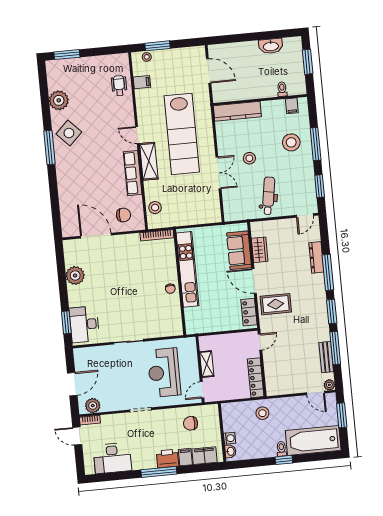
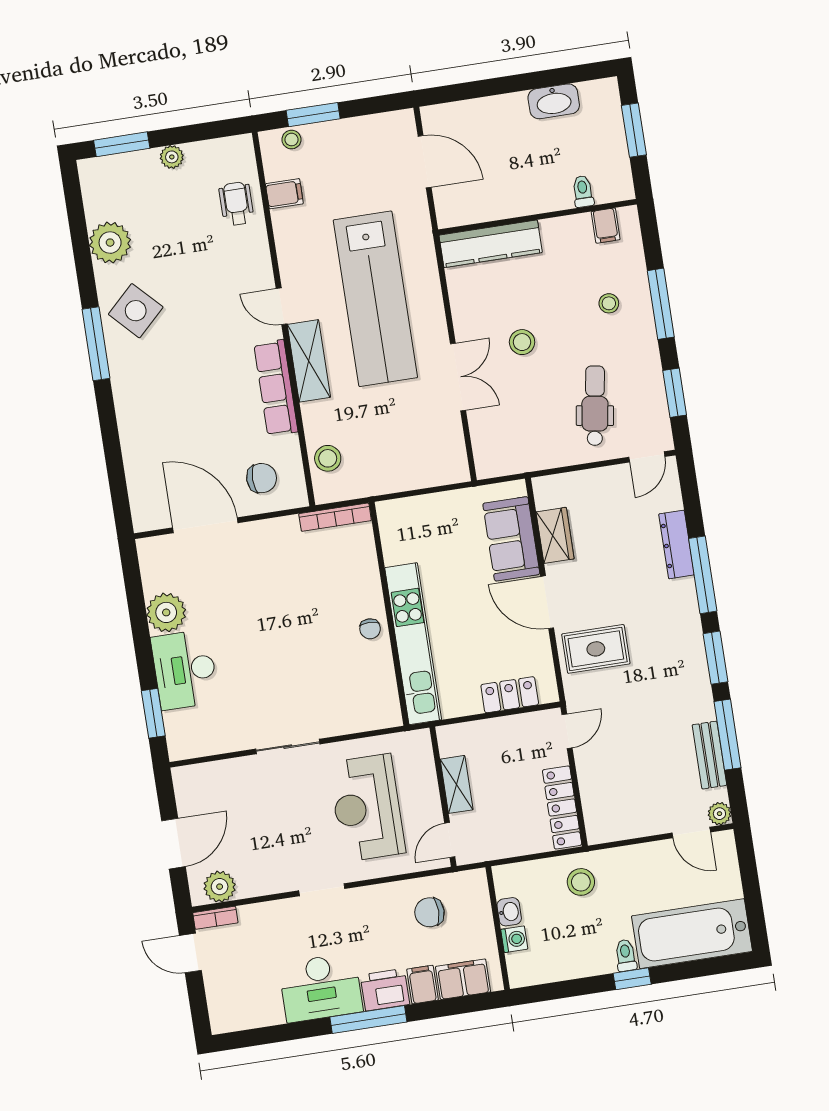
plant: (90, 62) -> (172, 157), added
stool: (291, 142) -> (609, 303), width x0.53, depth x0.53
dental chair: (269, 196) -> (595, 406), moved
kitchen unit: (188, 269) -> (413, 644), moved
locker: (249, 312) -> (510, 695), moved, turned 90
desk: (84, 324) -> (185, 670), moved
window: (342, 415) -> (749, 877), removed
washbasin: (230, 451) -> (509, 912), moved
desk: (112, 458) -> (321, 988), moved

